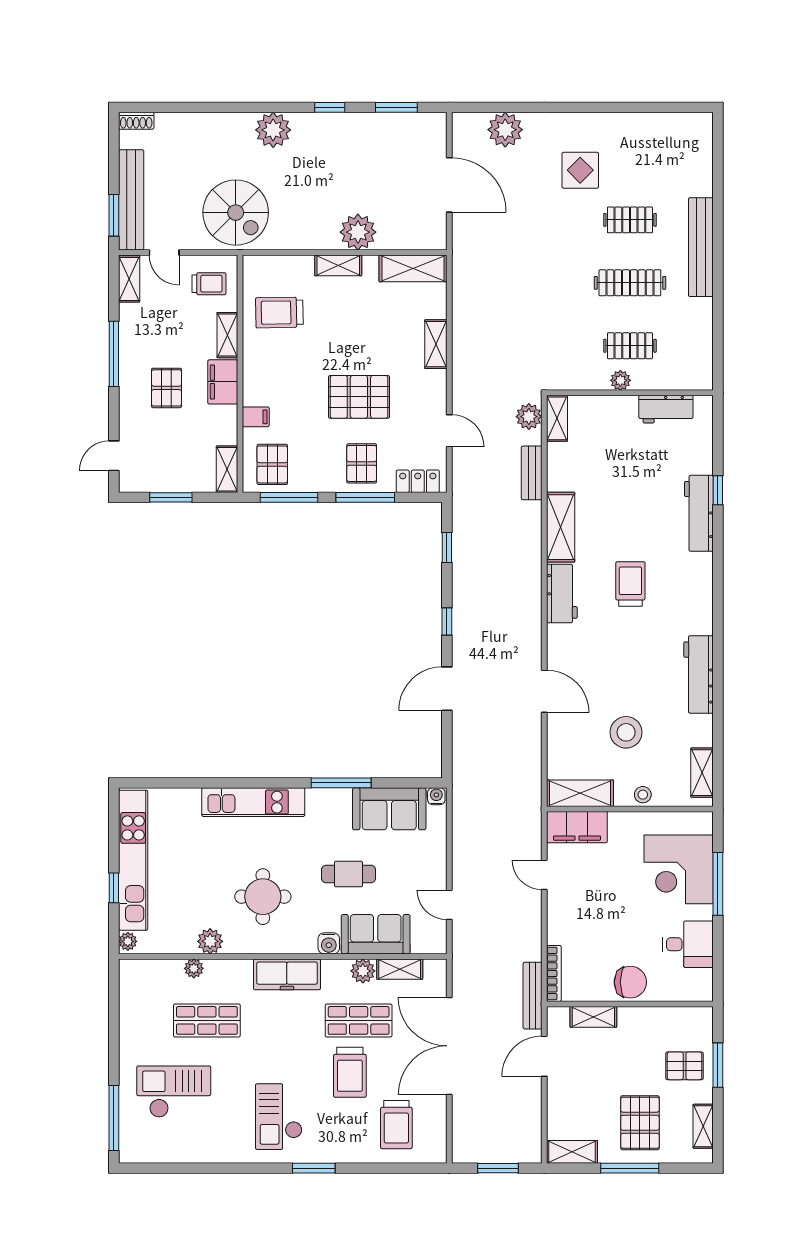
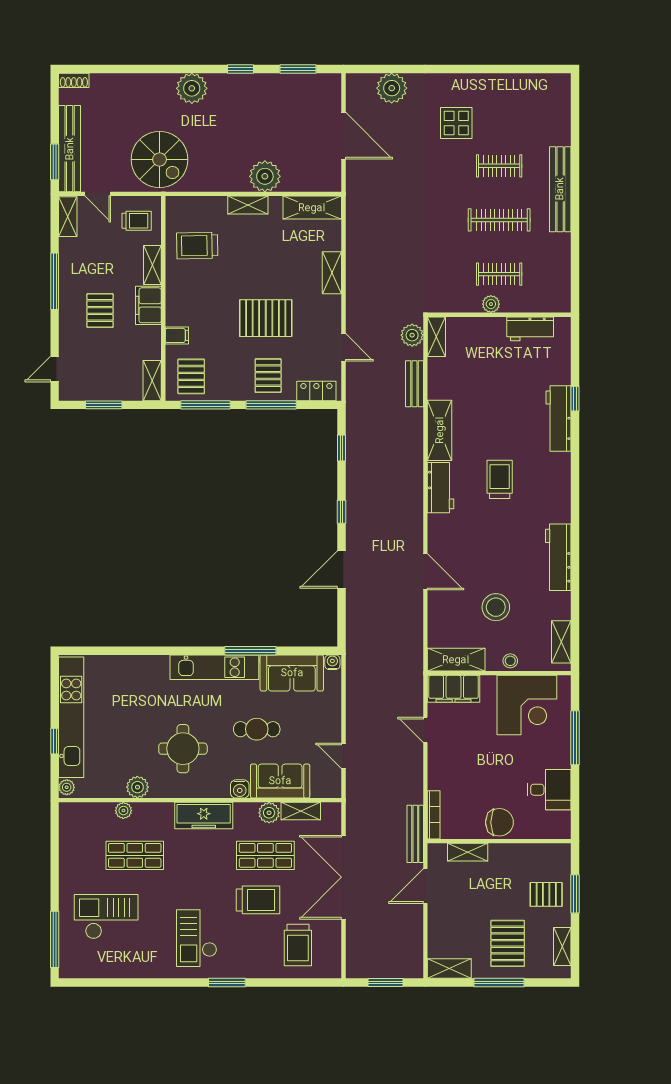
kitchen unit: (253, 802) -> (214, 667), moved
corner desk: (679, 869) -> (527, 705), moved, turned -90
trolley: (350, 1072) -> (258, 900), turned -90

